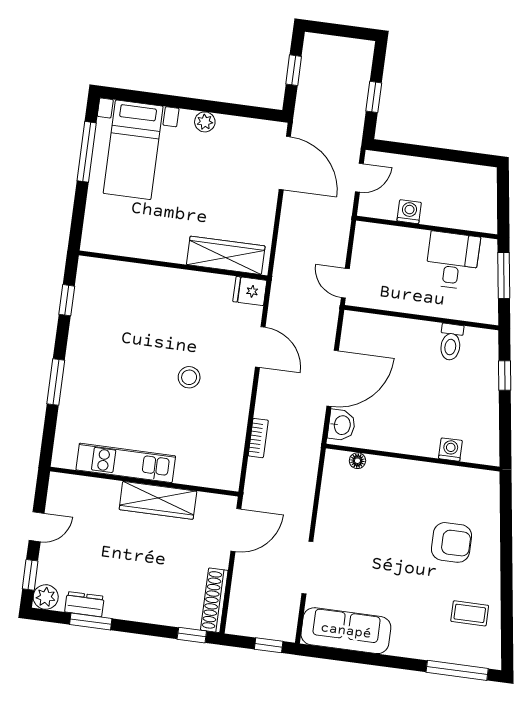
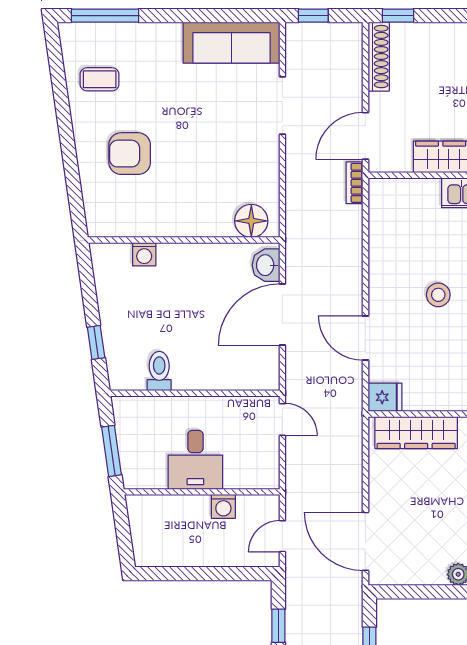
desk: (452, 260) -> (195, 460), moved
bookcase: (258, 438) -> (354, 183), moved
floor lamp: (357, 461) -> (251, 221), width x1.89, depth x1.89

